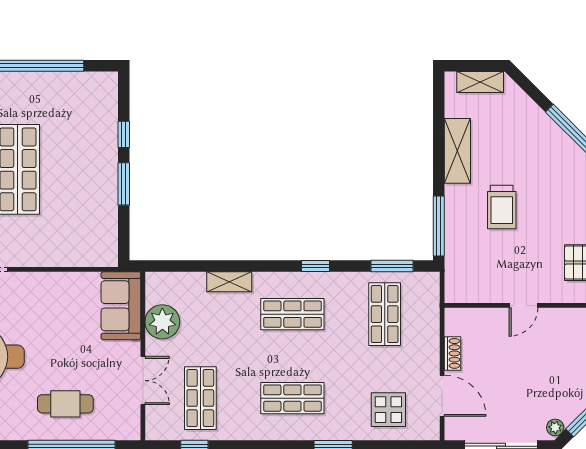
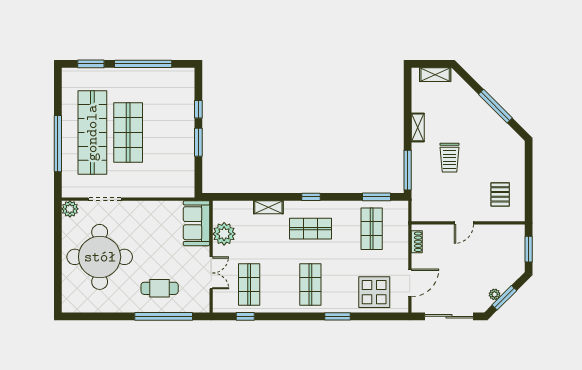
shelving: (457, 151) -> (418, 127), width x0.67, depth x0.75
window: (315, 266) -> (311, 197), moved
shoe rack: (452, 353) -> (417, 242), moved
door: (442, 396) -> (410, 283), hinge flipped
shop shelf: (292, 398) -> (310, 284), turned 90
display table: (388, 410) -> (374, 292), width x1.36, depth x1.36
plant: (555, 427) -> (495, 294), moved

